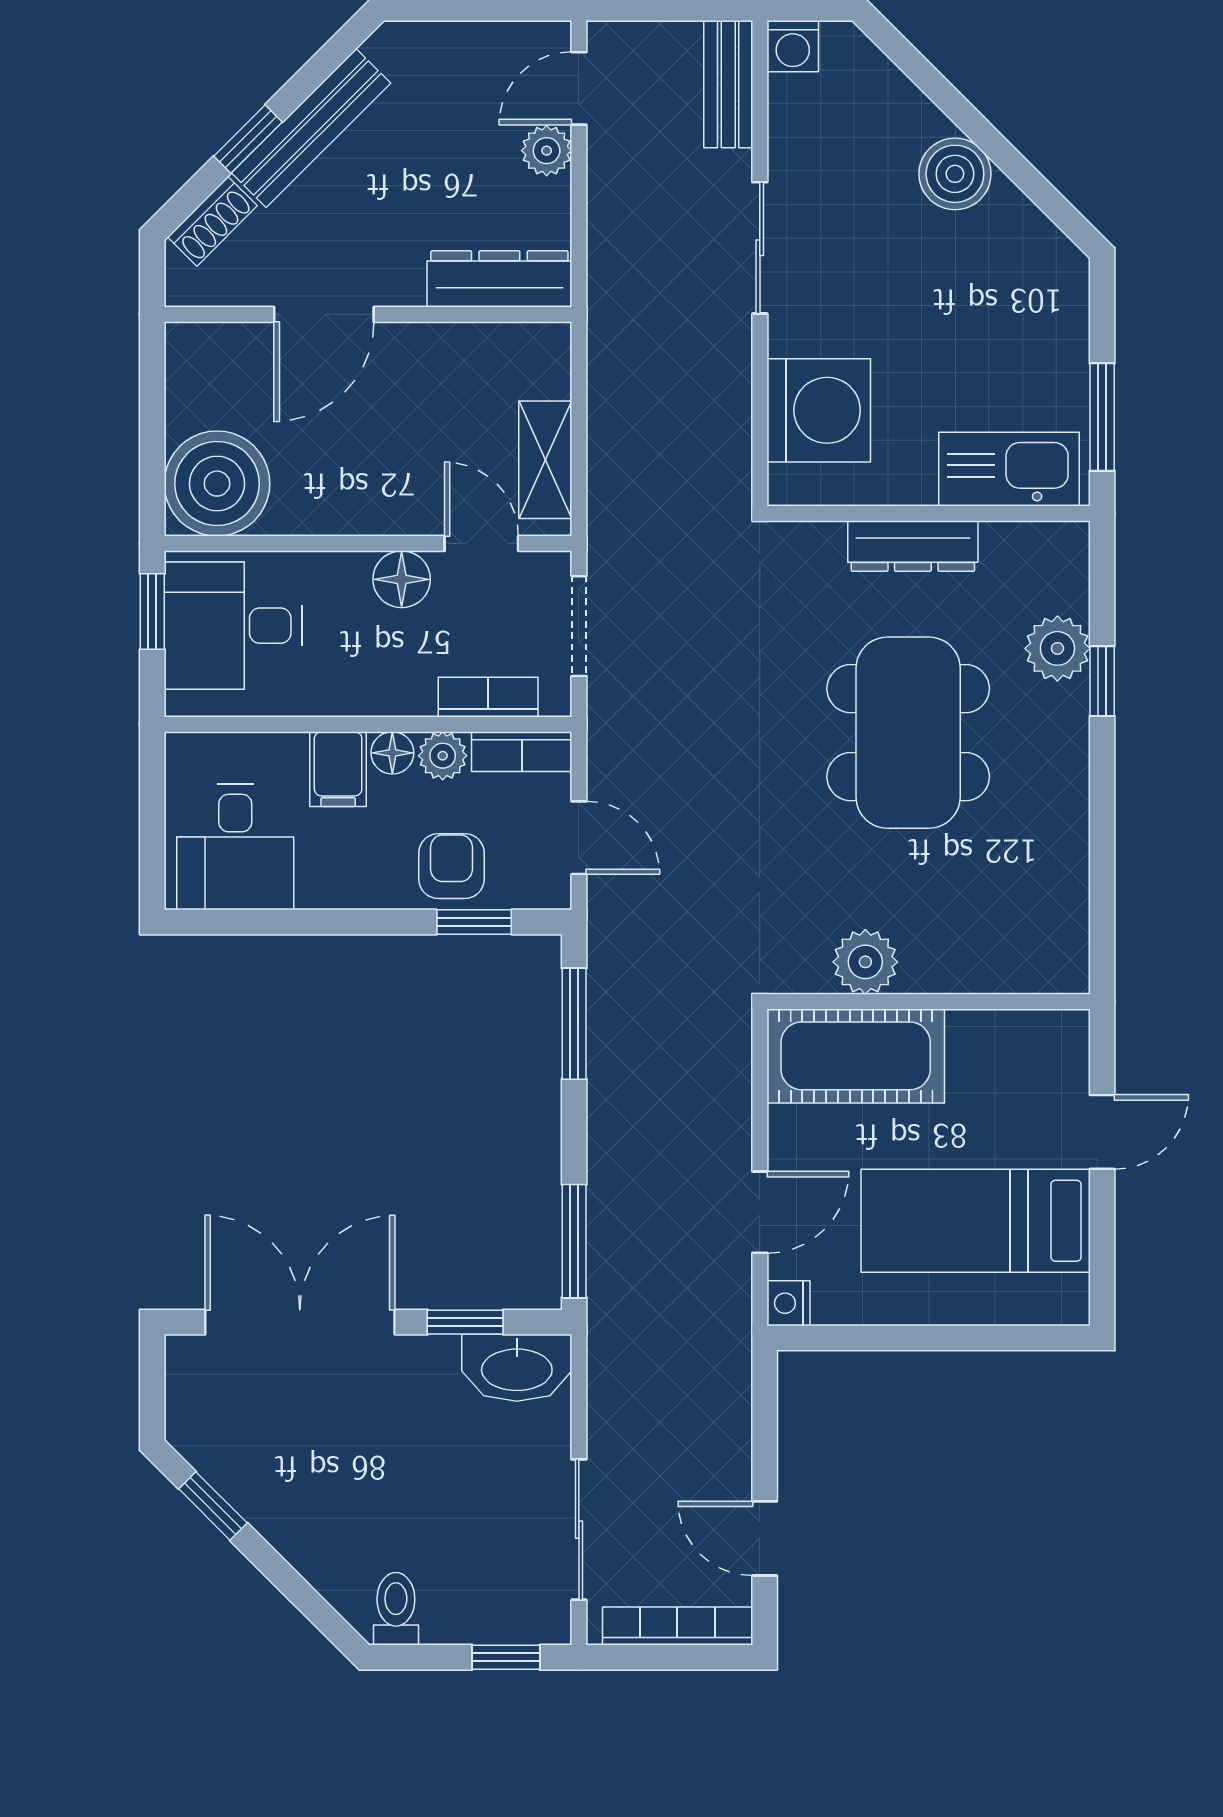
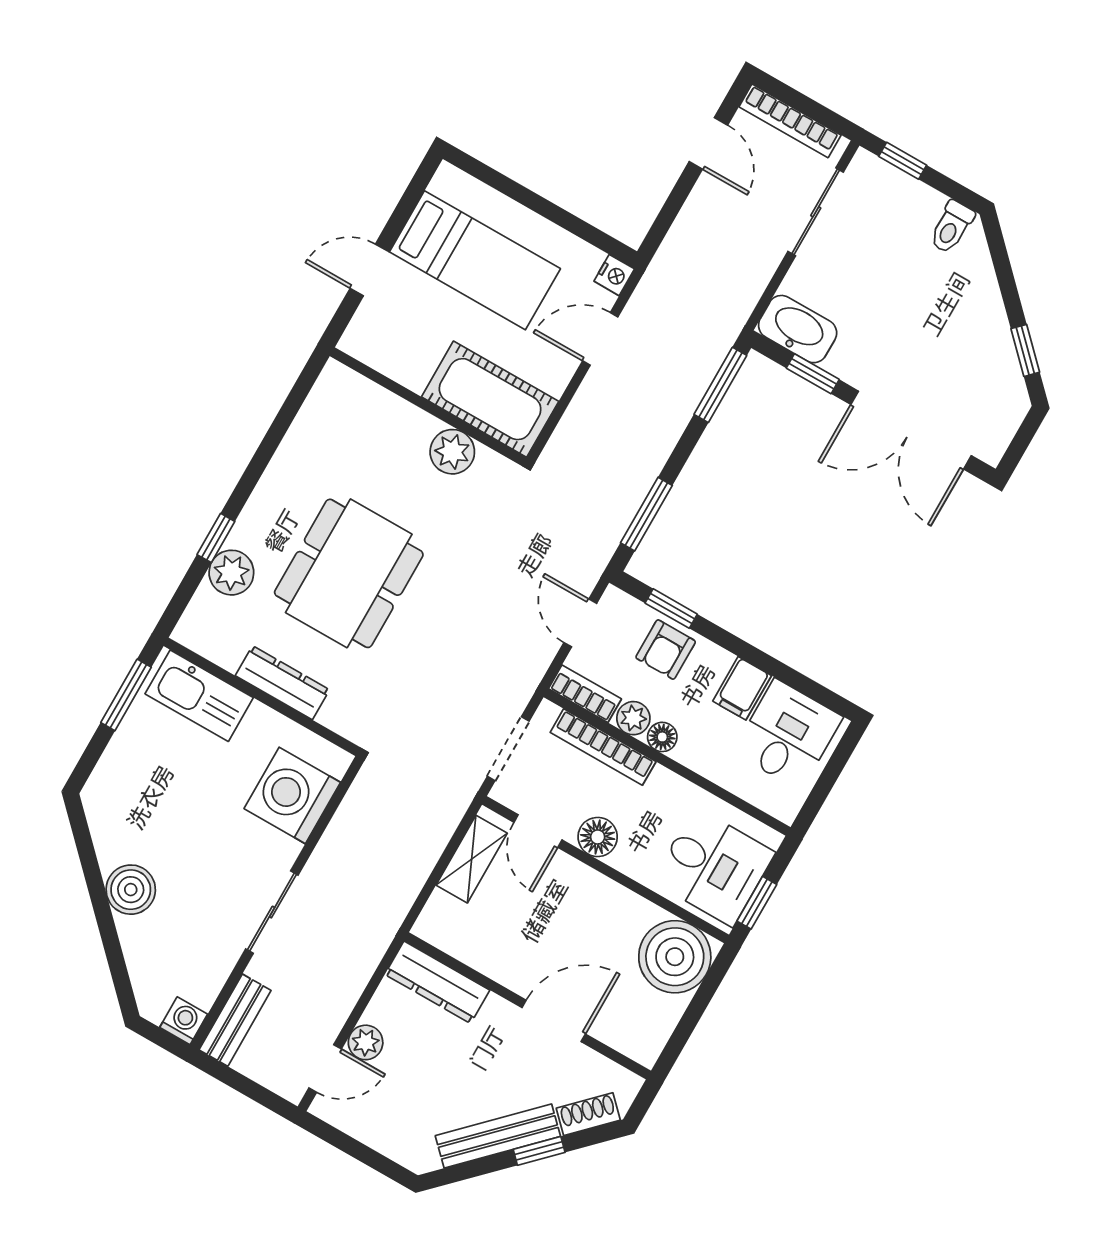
bookcase: (488, 697) -> (603, 747), width x1.56
filing cabinet: (338, 769) -> (742, 688), moved, turned 180

